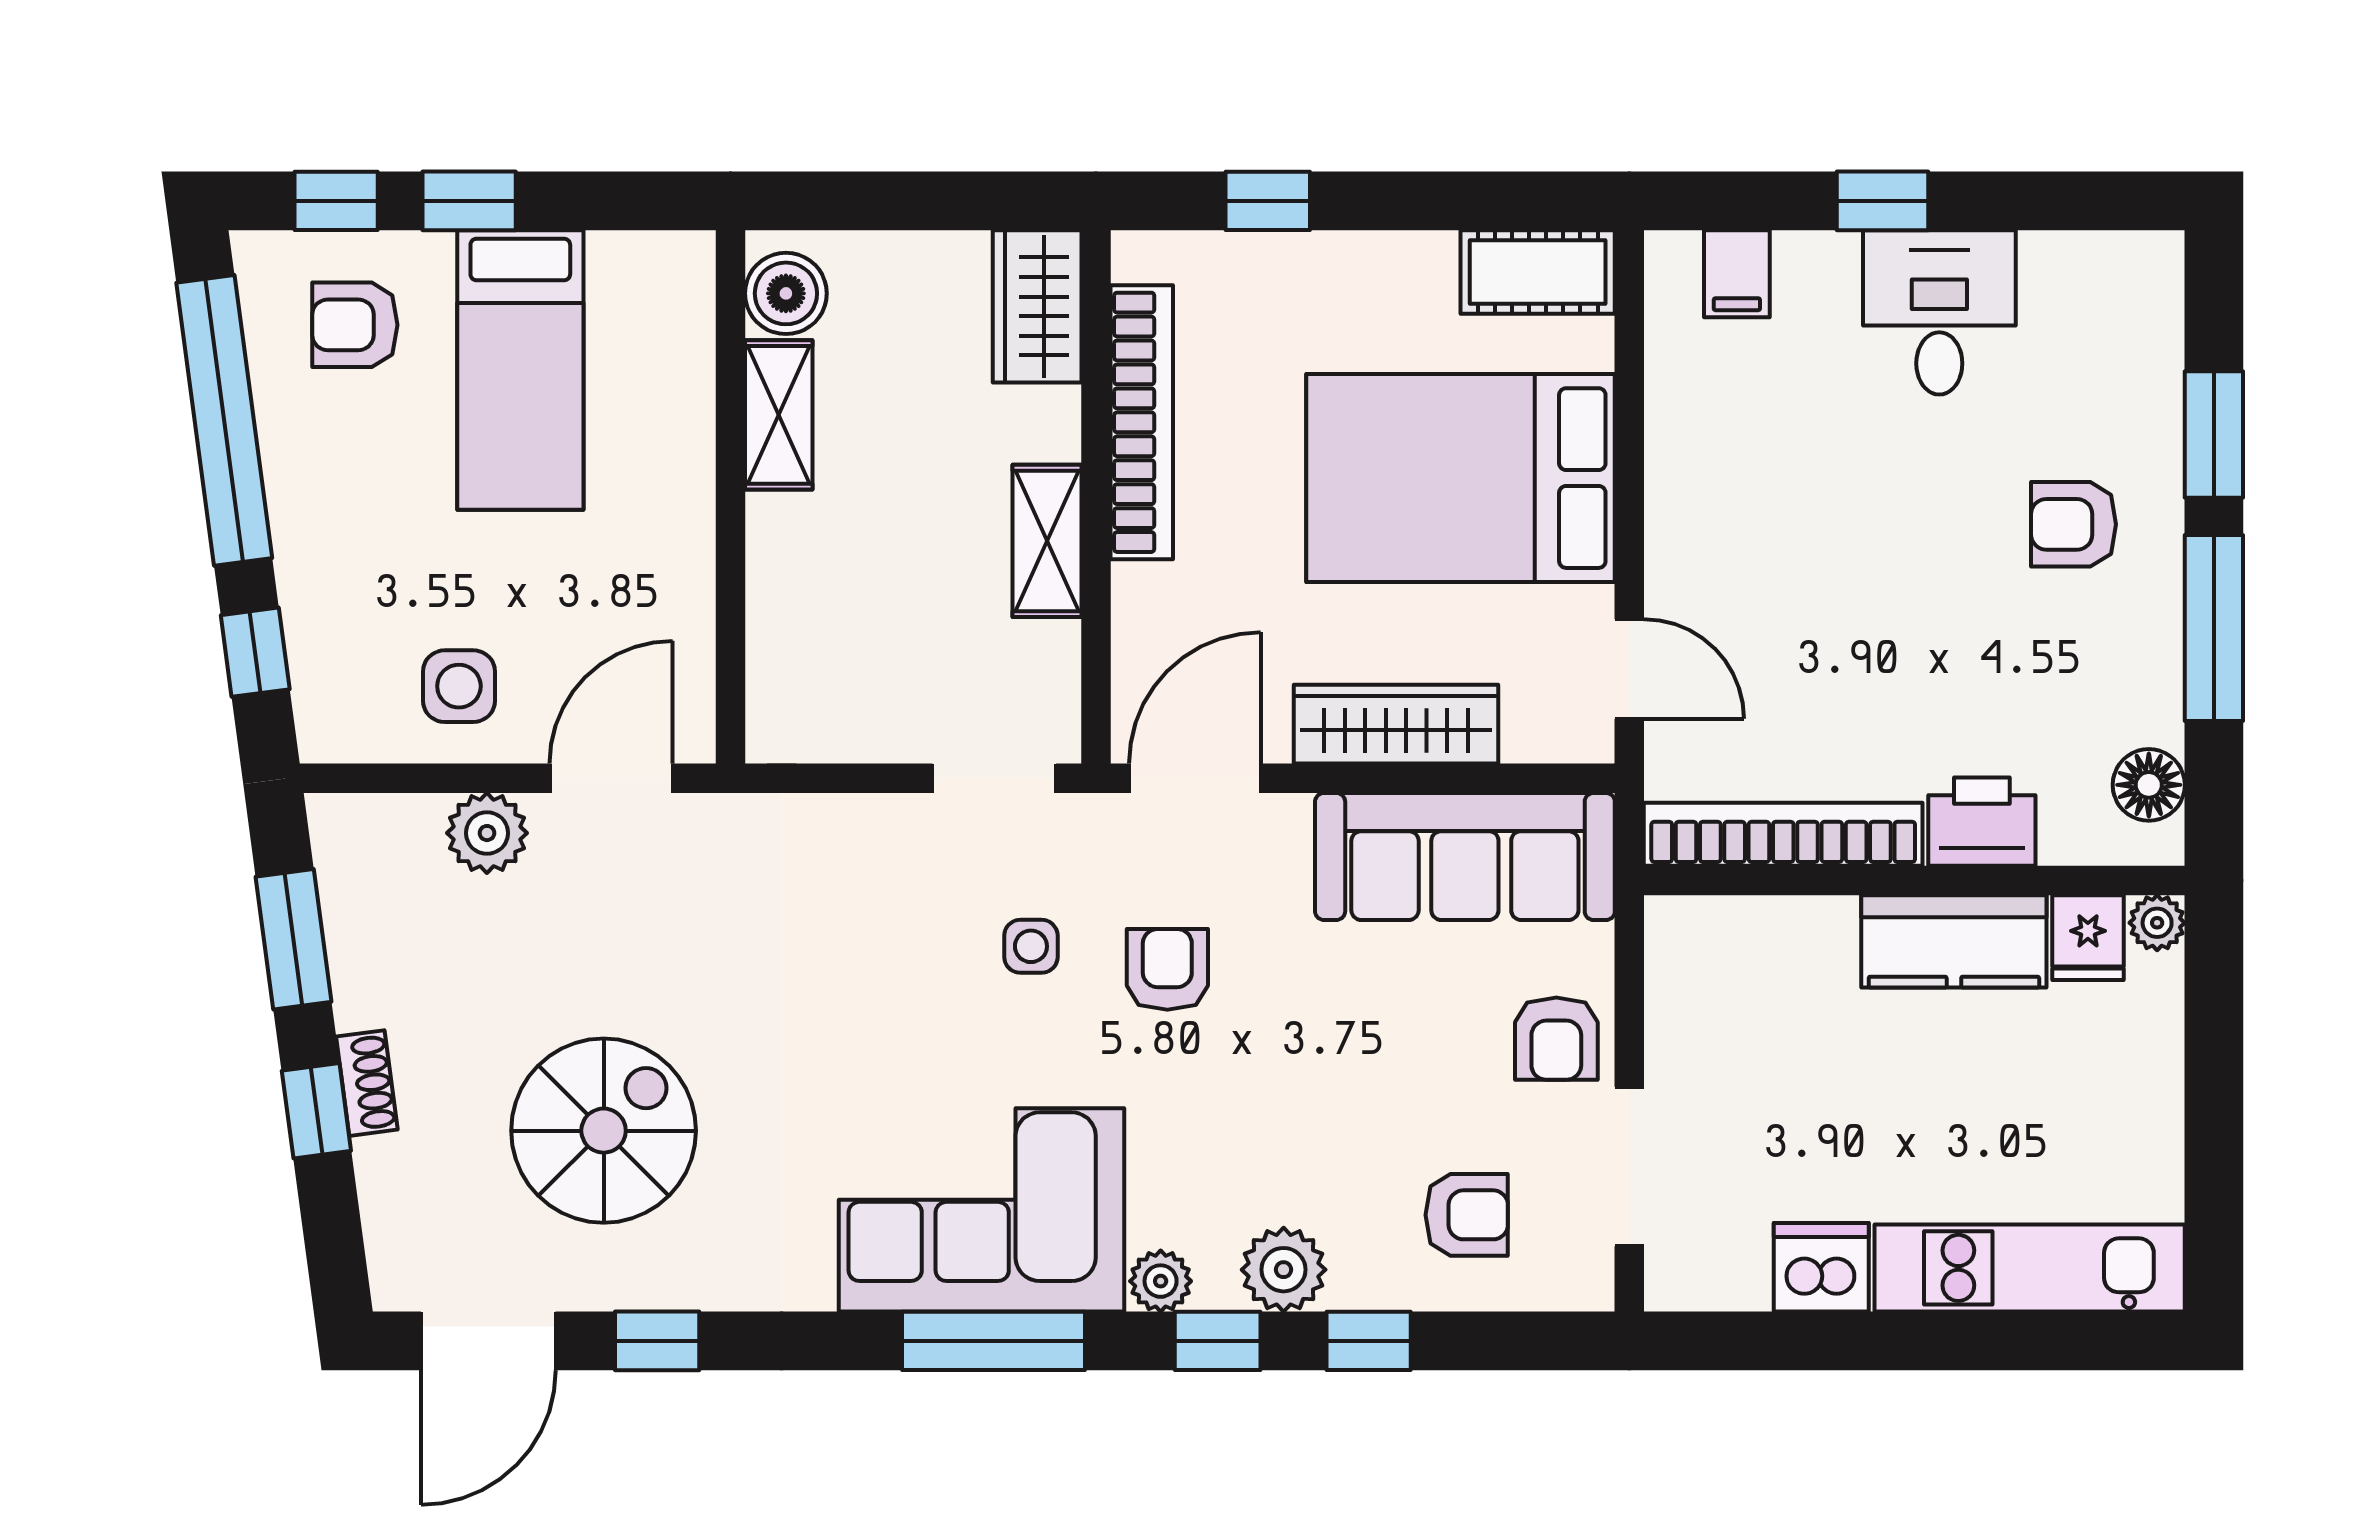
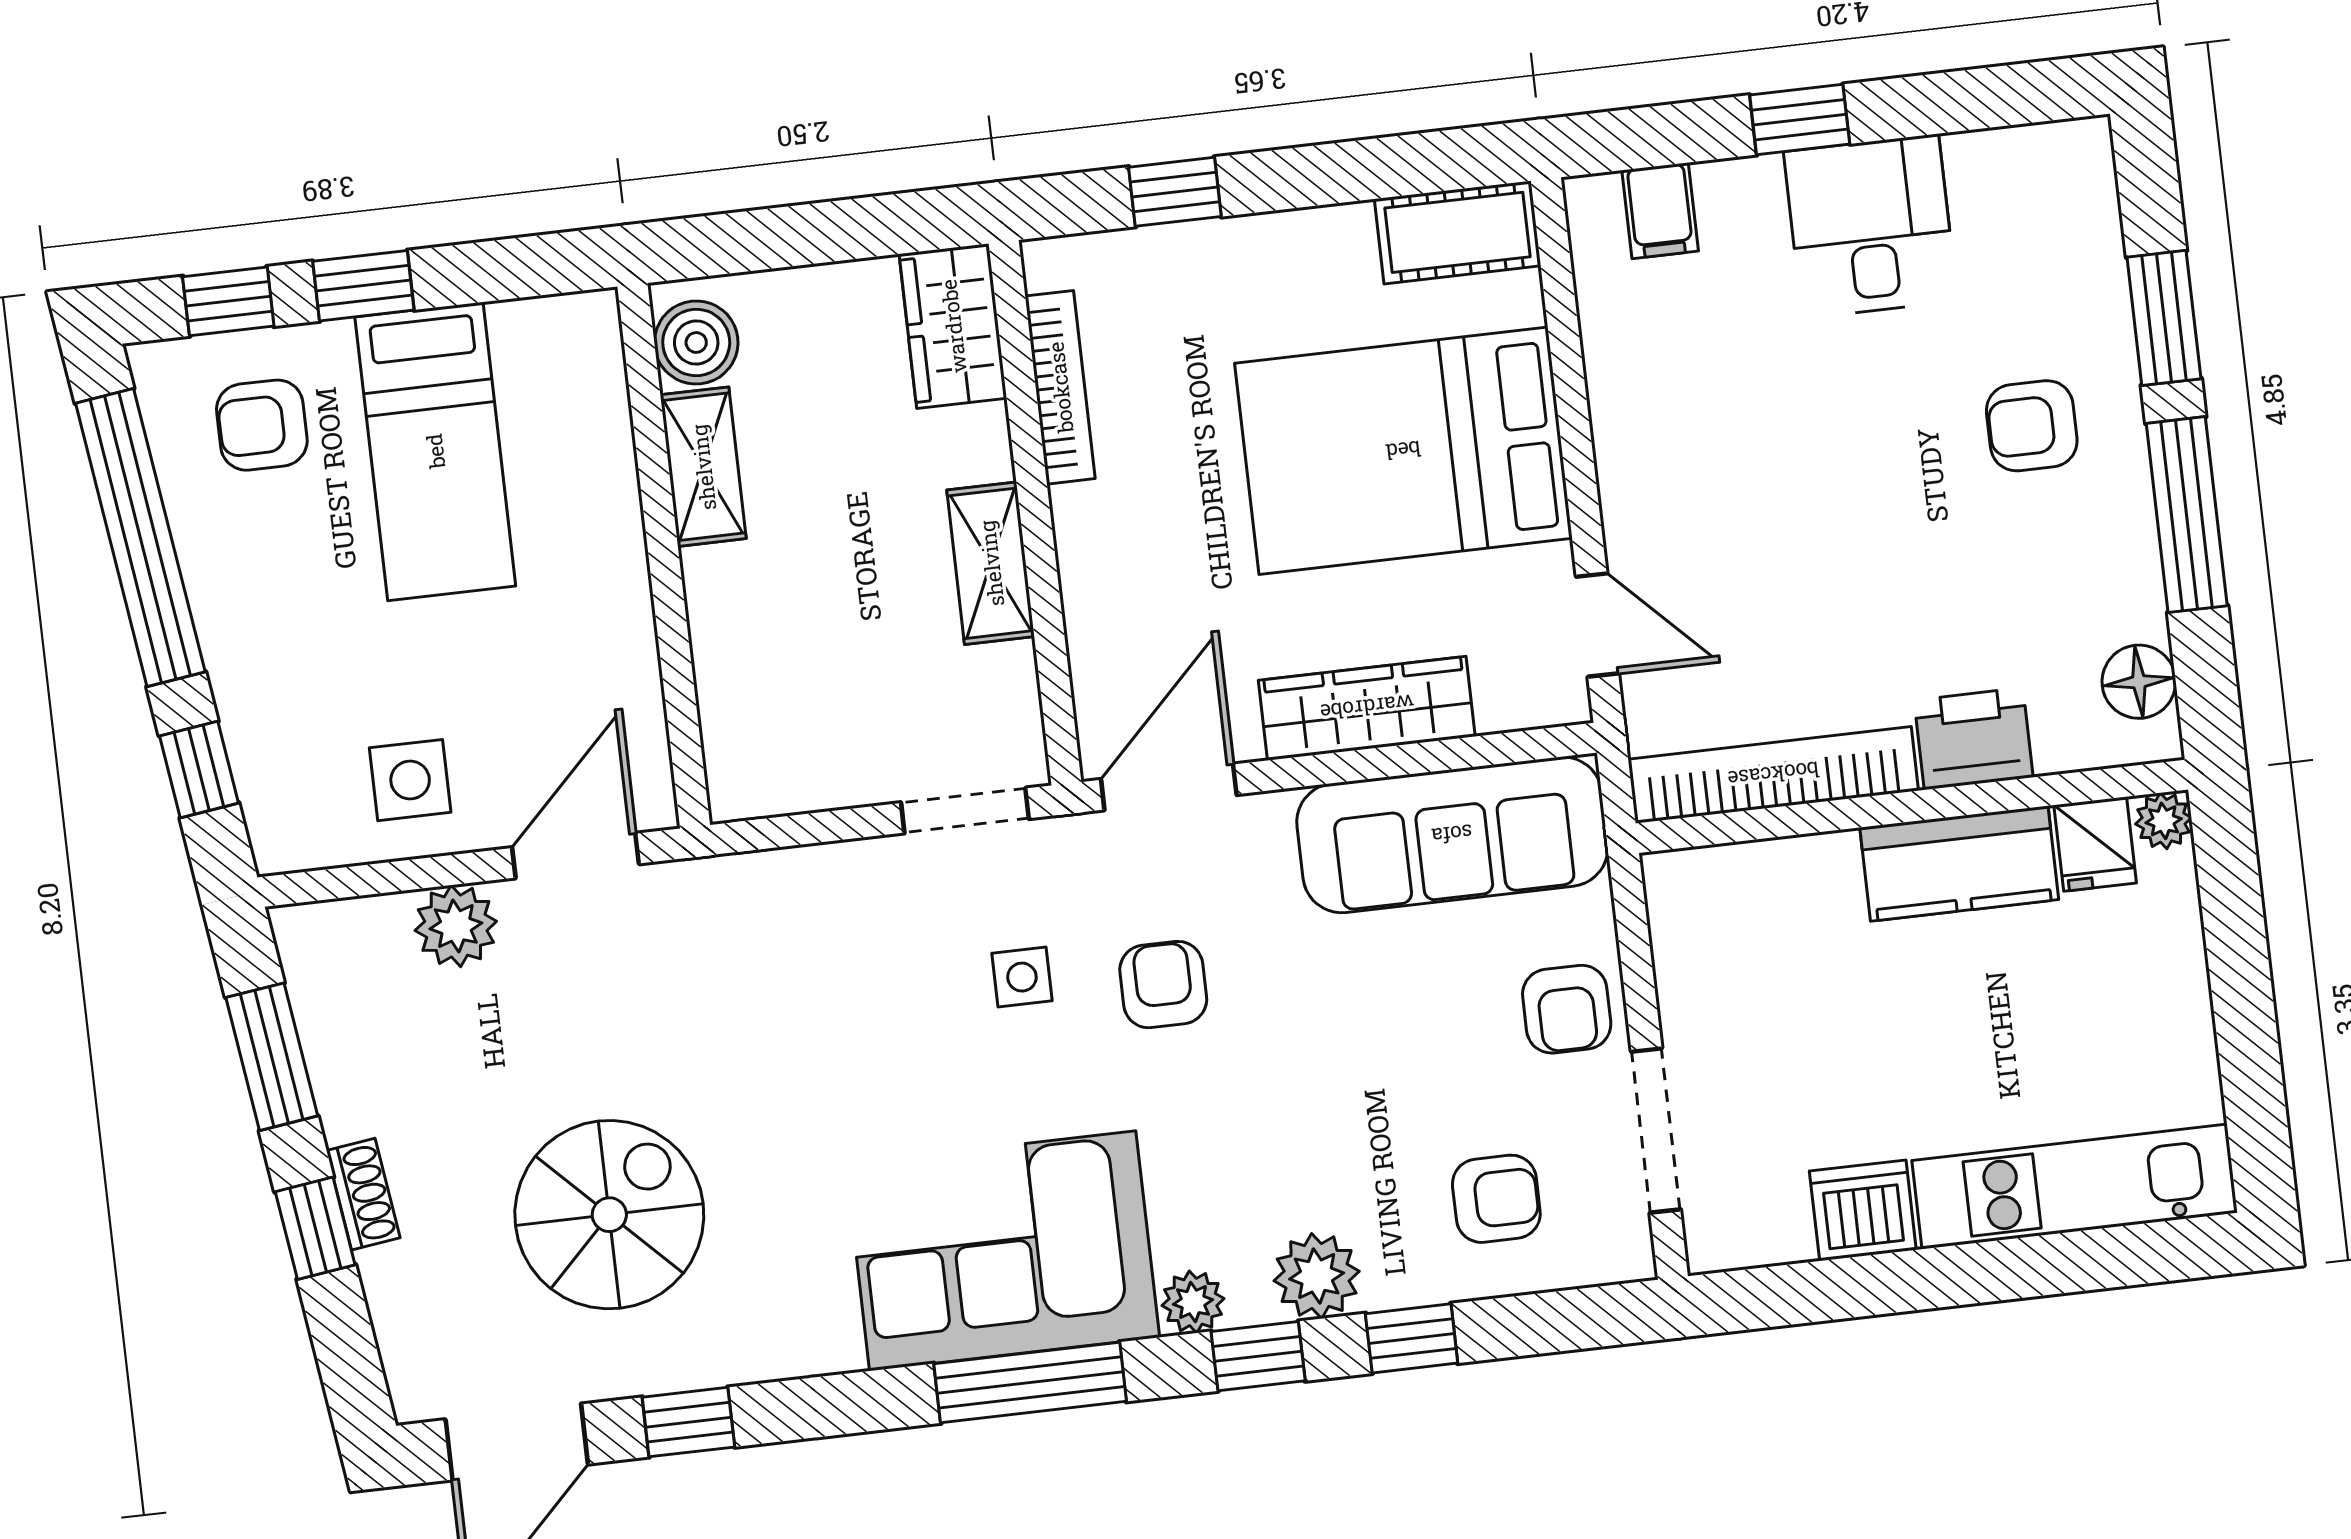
bookcase: (1142, 422) -> (1060, 387), width x0.68, depth x0.76

